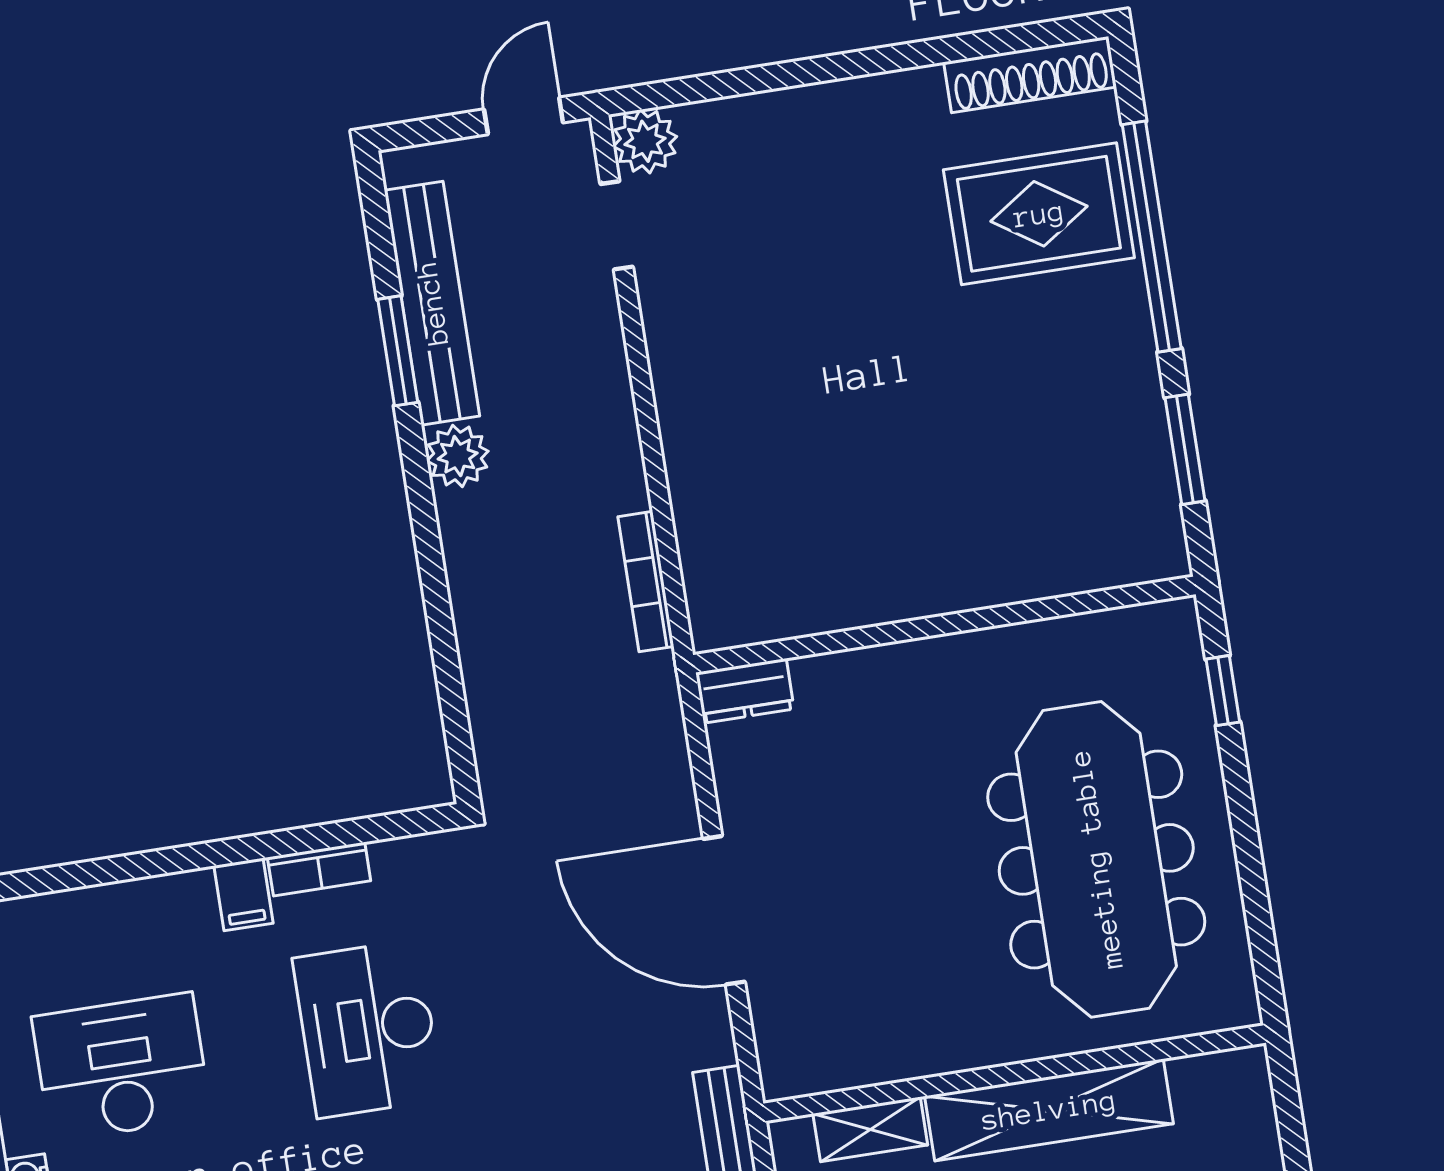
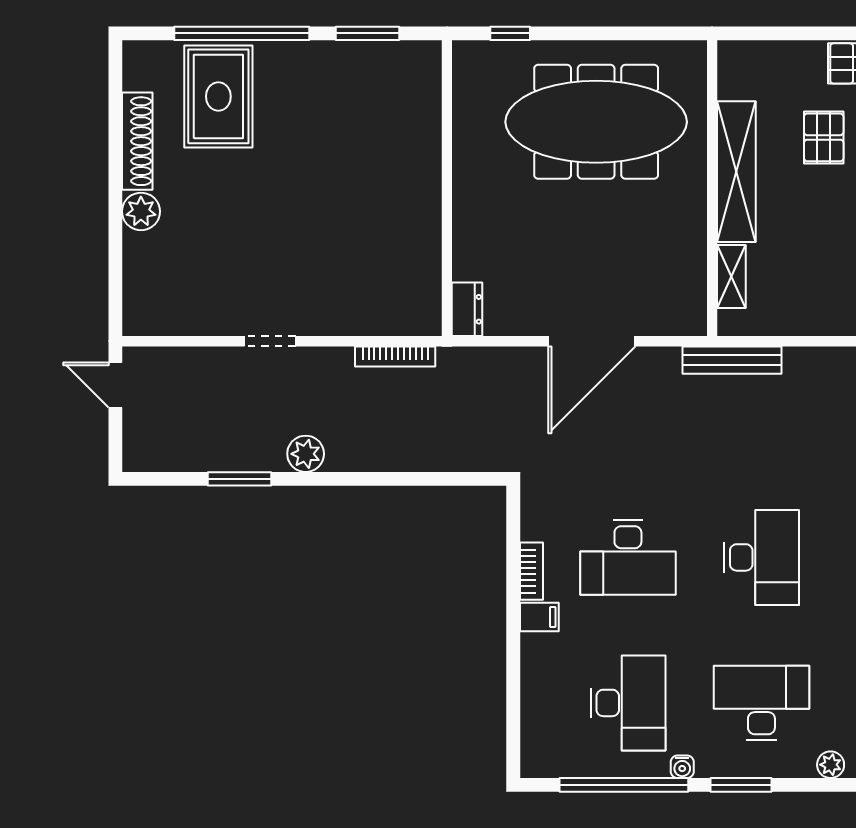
shoe rack: (1030, 74) -> (137, 141), moved
plant: (645, 141) -> (141, 211), moved
doorway: (617, 225) -> (270, 341), moved
bench: (432, 303) -> (215, 455), removed
desk: (122, 1067) -> (628, 703), turned 180

